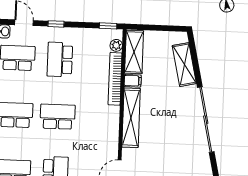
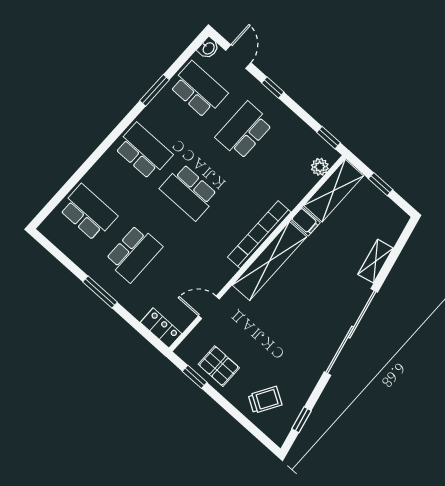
window: (156, 28) -> (381, 184), added
shelving: (184, 65) -> (376, 261), width x0.67, depth x0.75
bookcase: (115, 79) -> (259, 235), moved
school desk: (58, 117) -> (189, 192), turned 180

